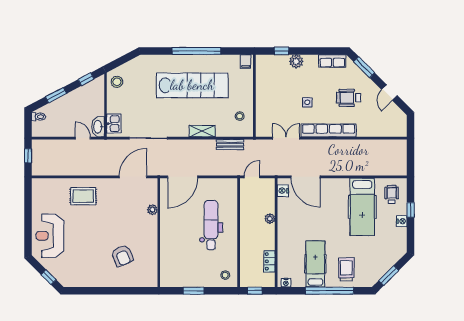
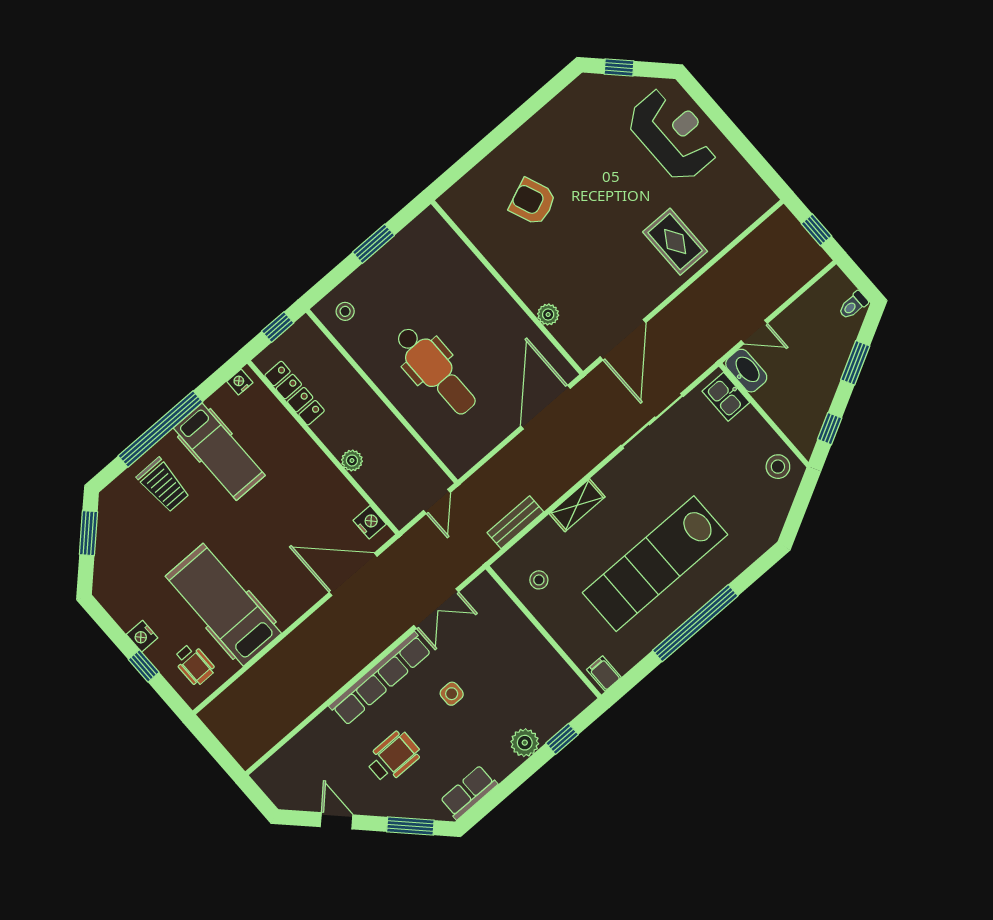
rug: (83, 196) -> (675, 242), turned 90
locker: (269, 261) -> (295, 393), width x1.53

